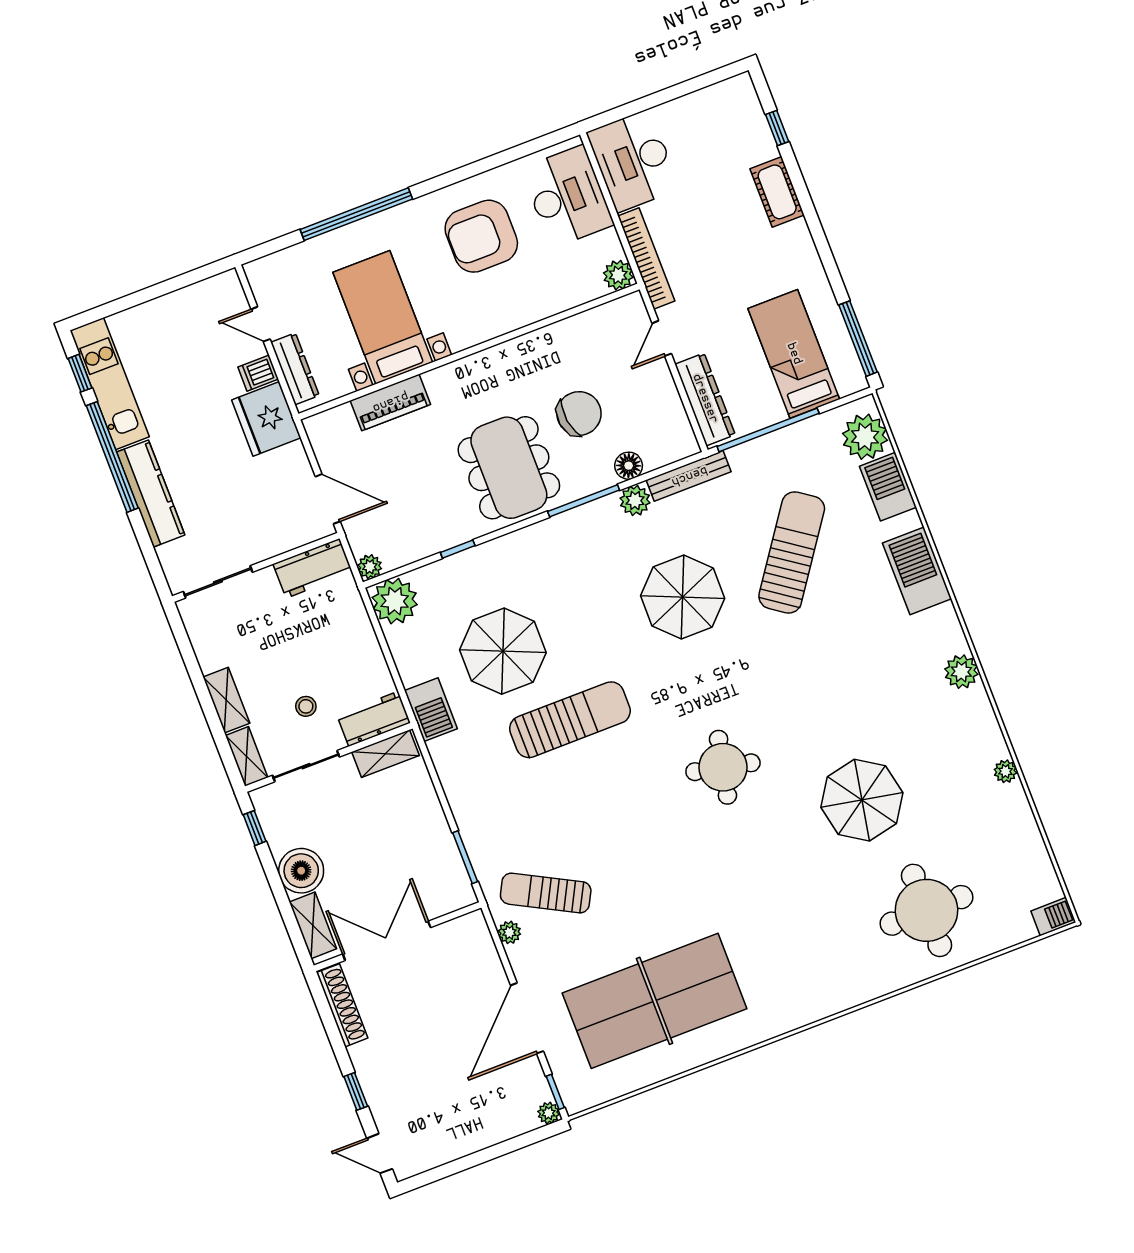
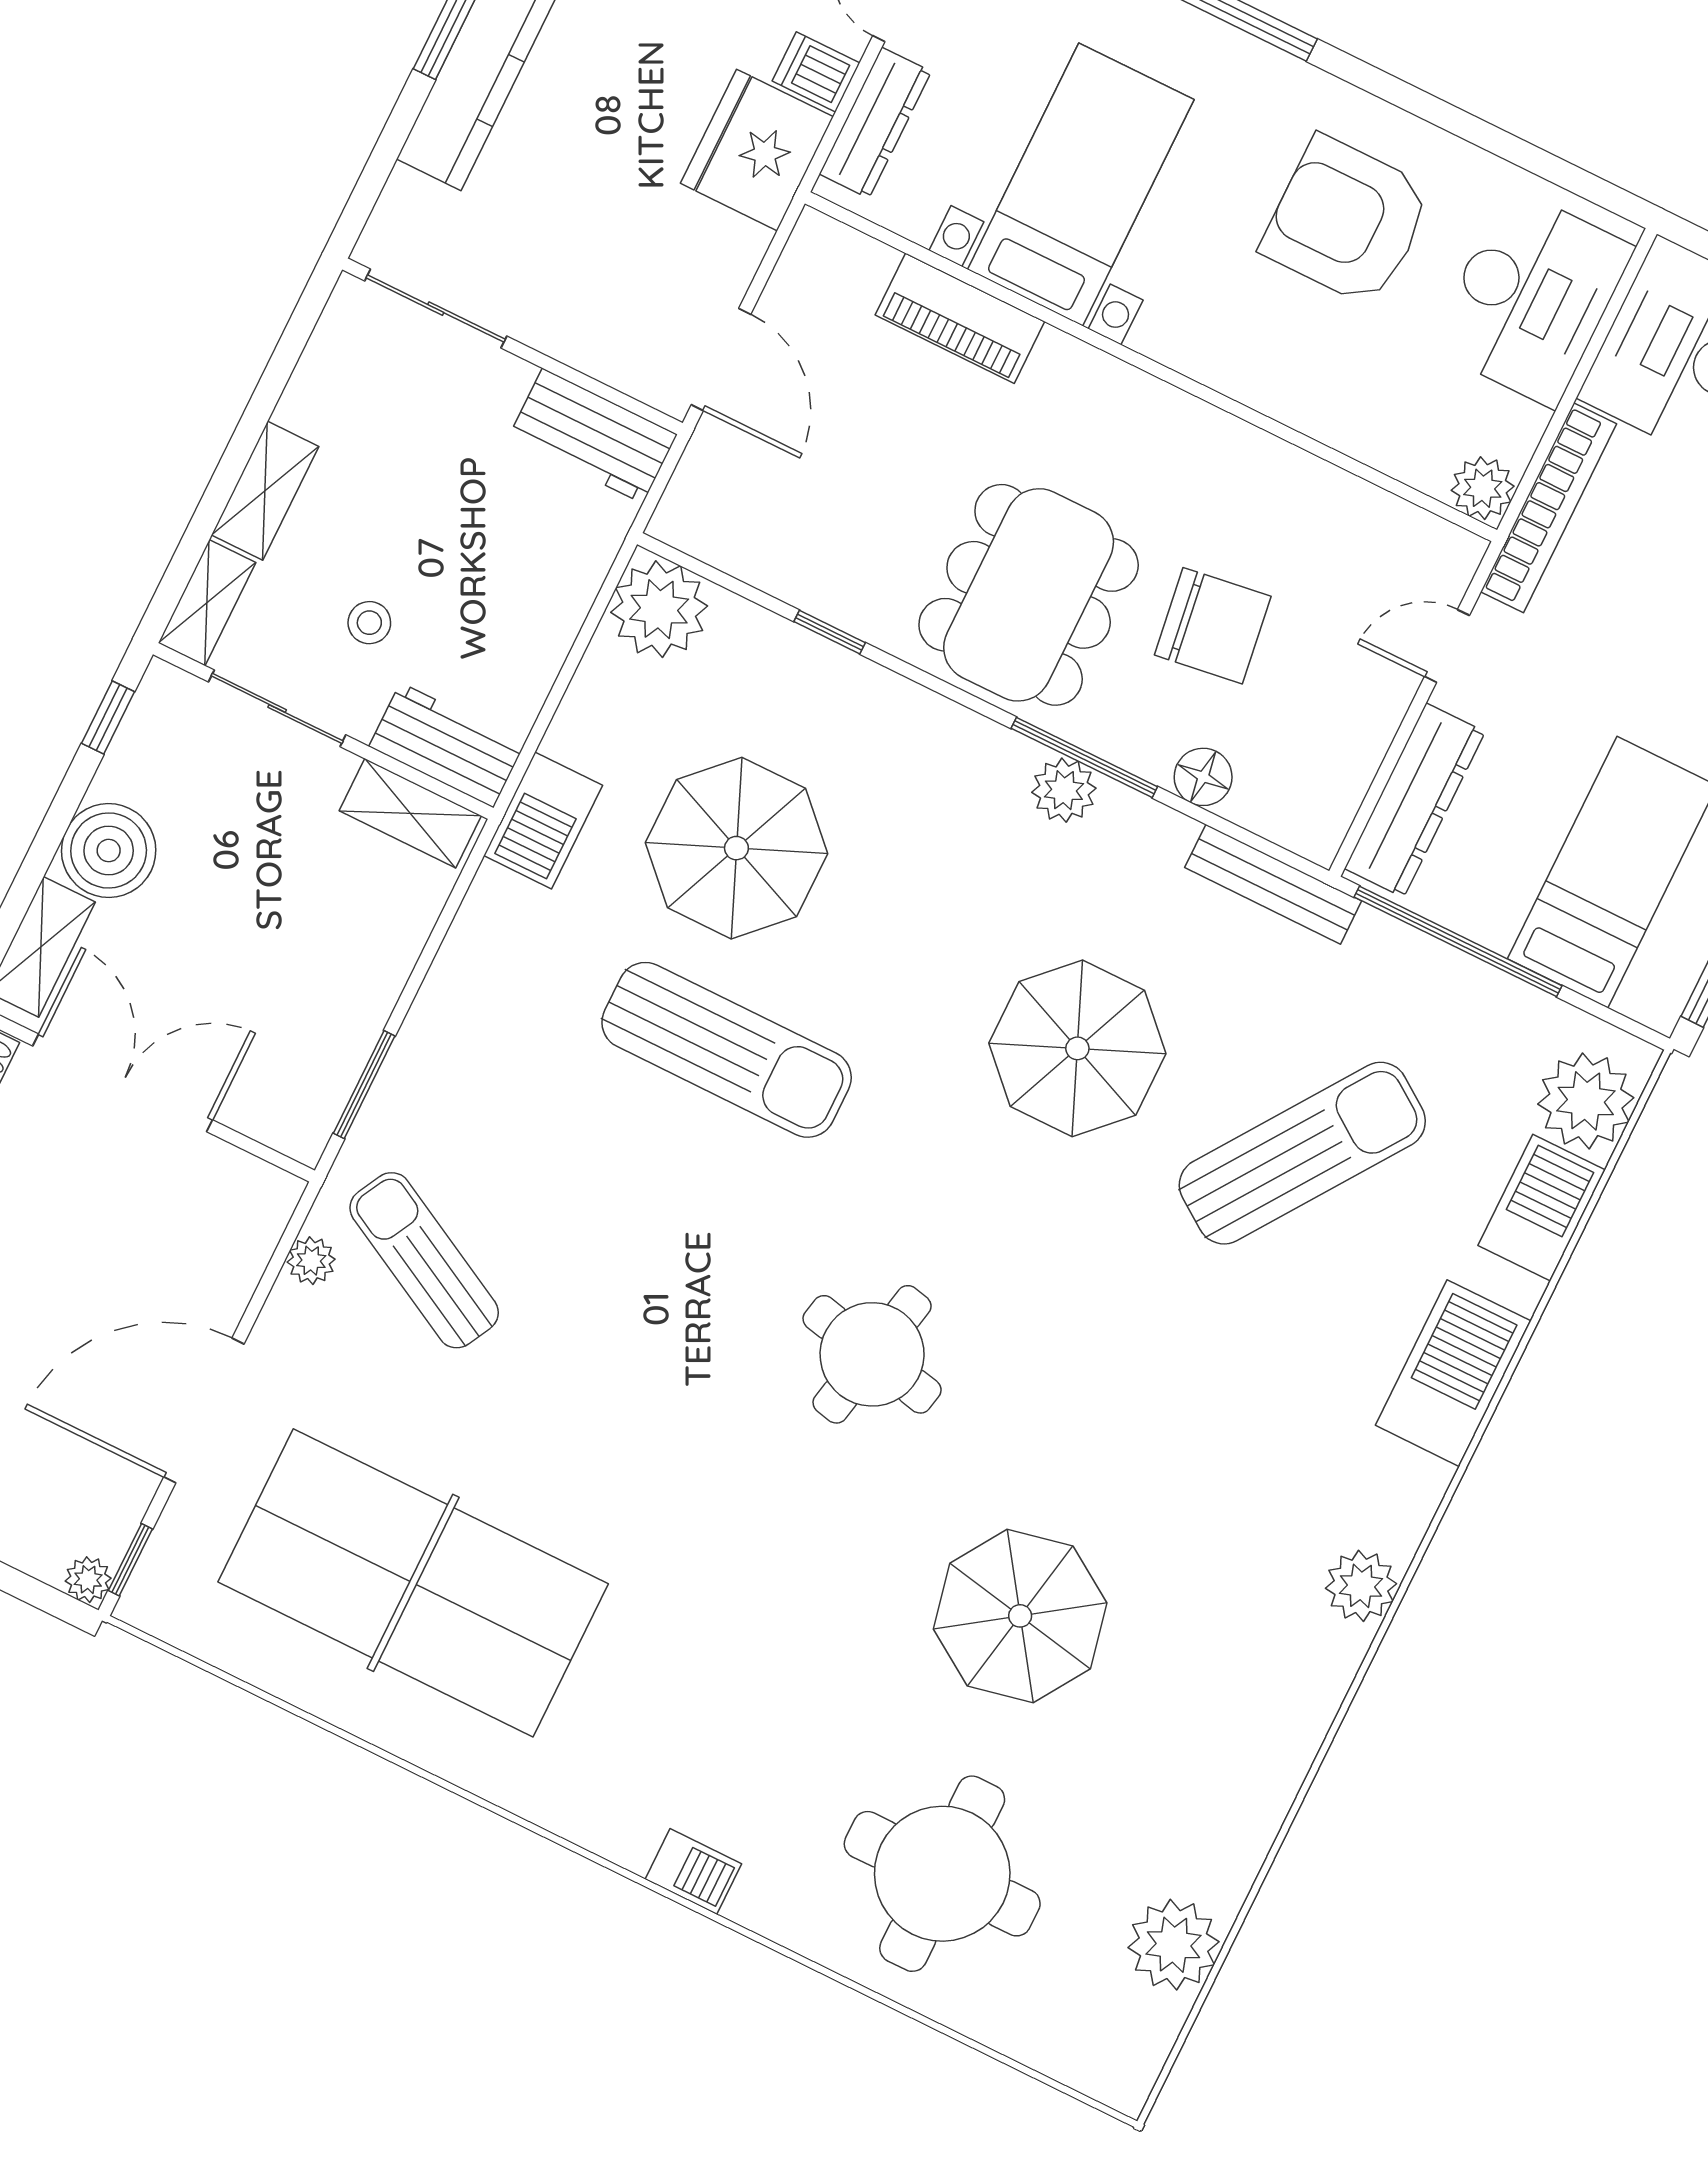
plant: (635, 501) -> (1064, 790), moved
plant: (370, 567) -> (677, 521), removed
plant: (1005, 771) -> (1173, 1945), moved, width x1.87, depth x1.87
barbecue: (1053, 917) -> (693, 1871), moved

